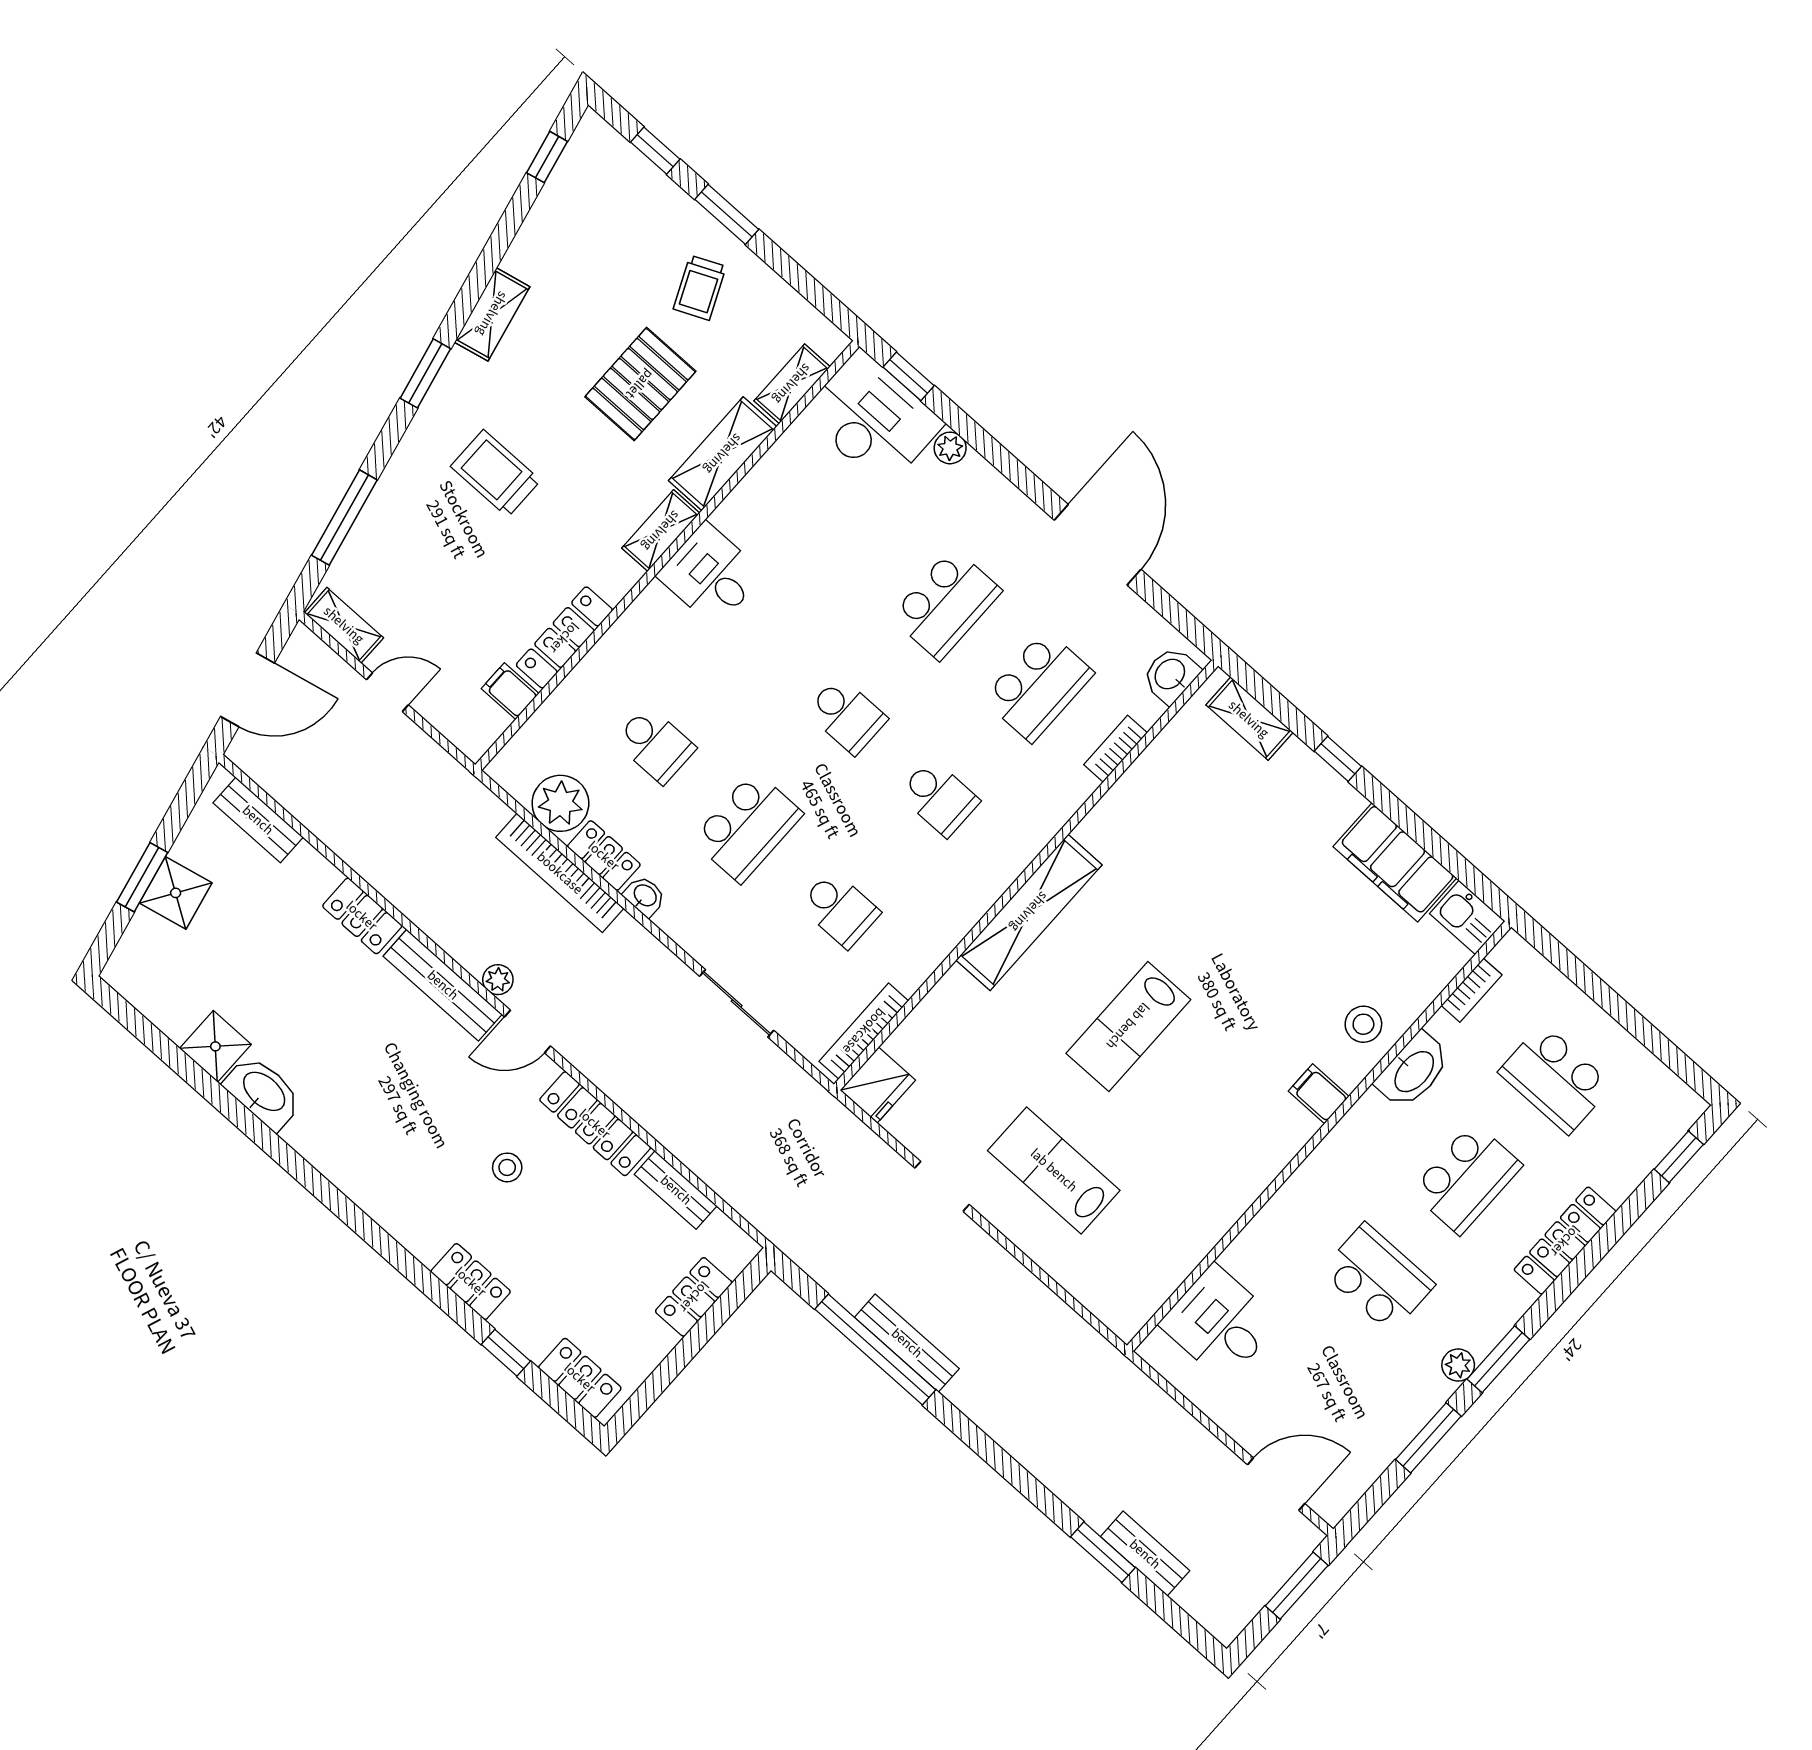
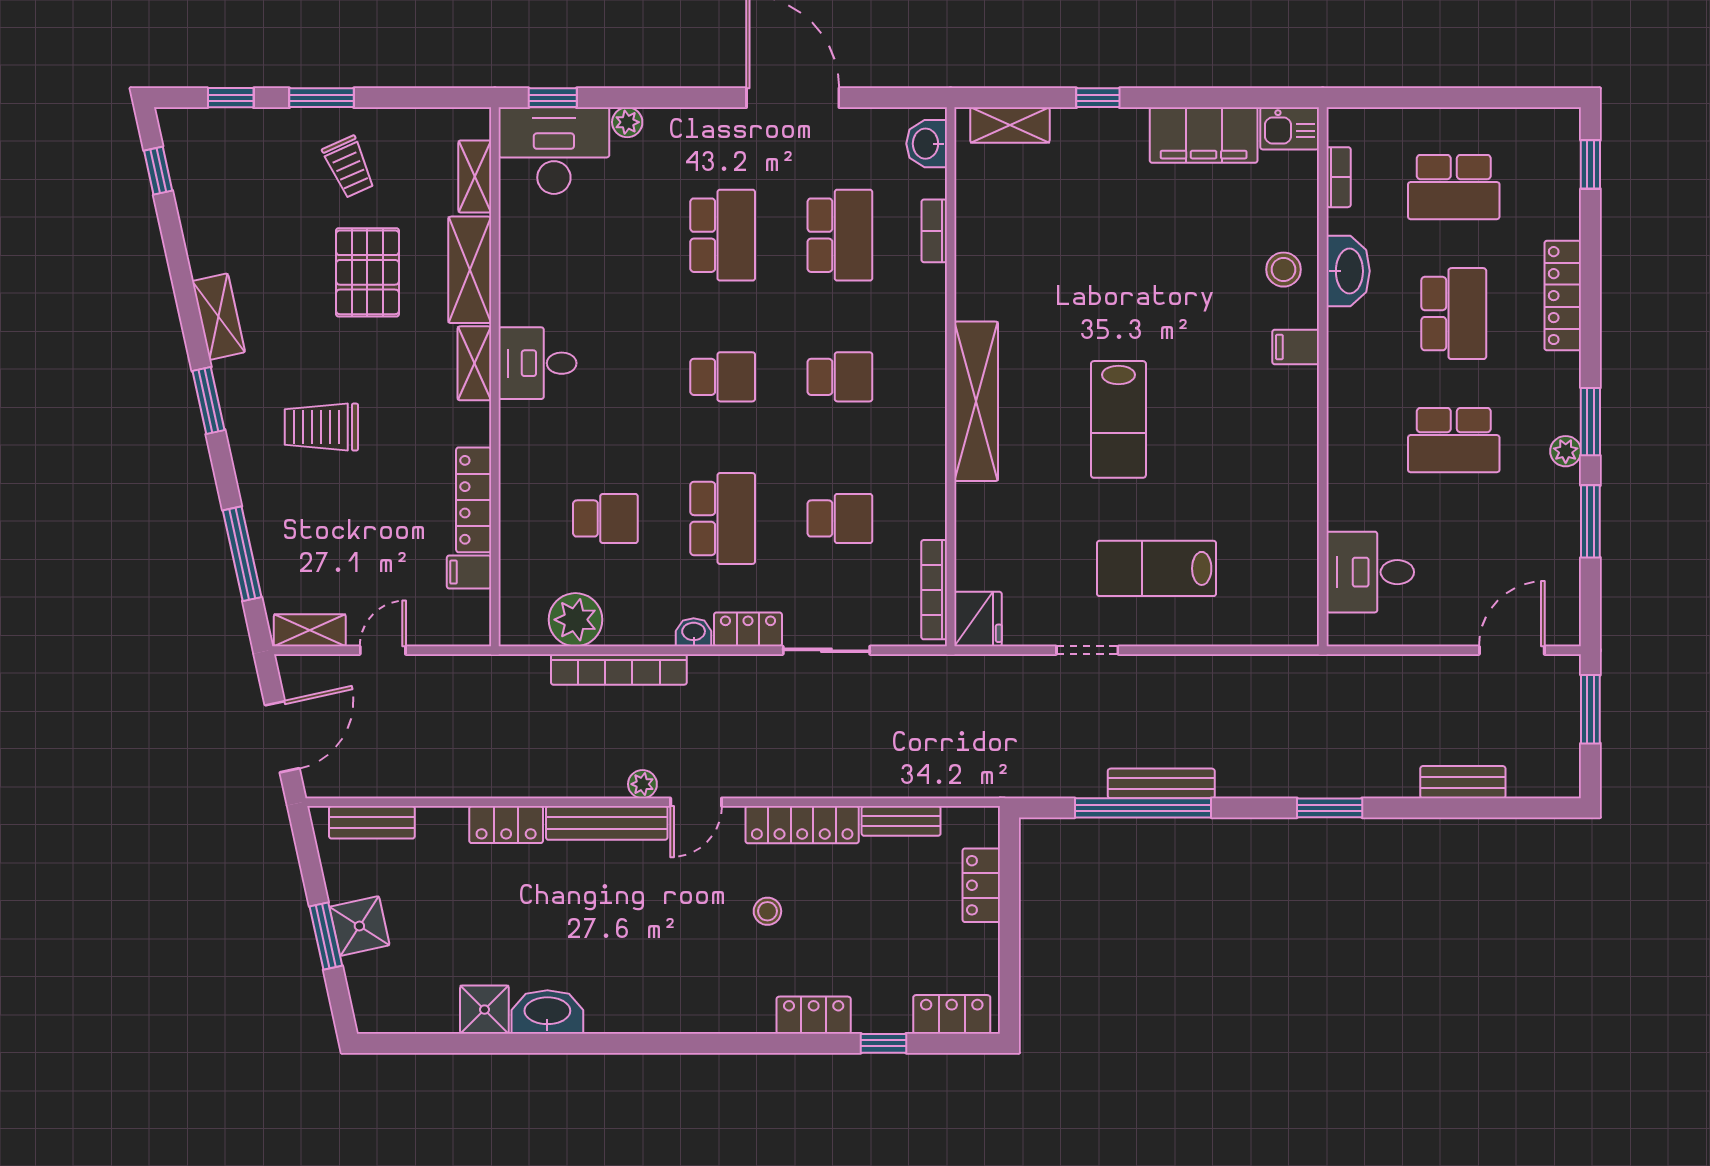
locker: (604, 856) -> (748, 629), moved
school desk: (1378, 1278) -> (1454, 440), turned 180
window: (1103, 1552) -> (1330, 808), moved

